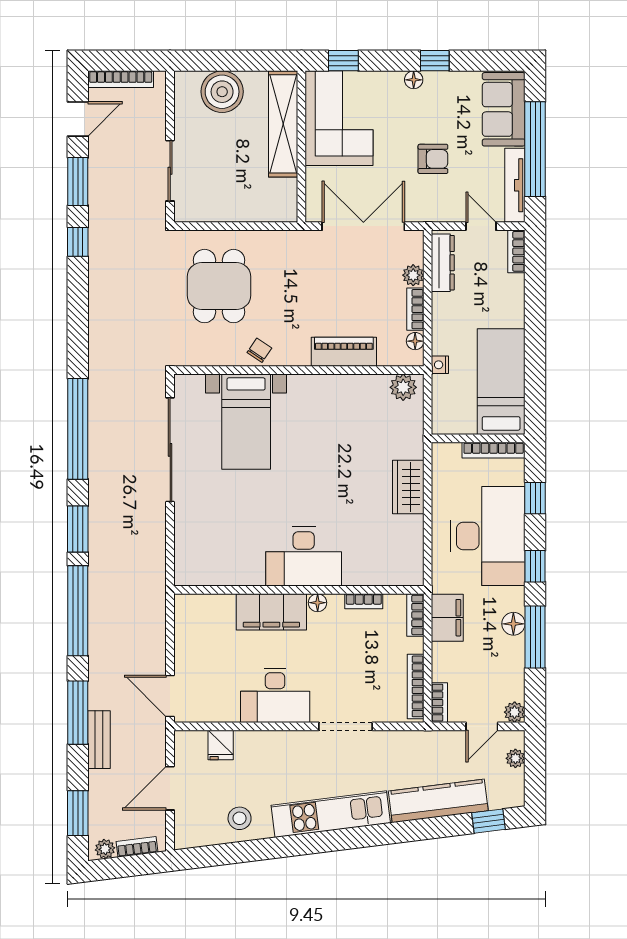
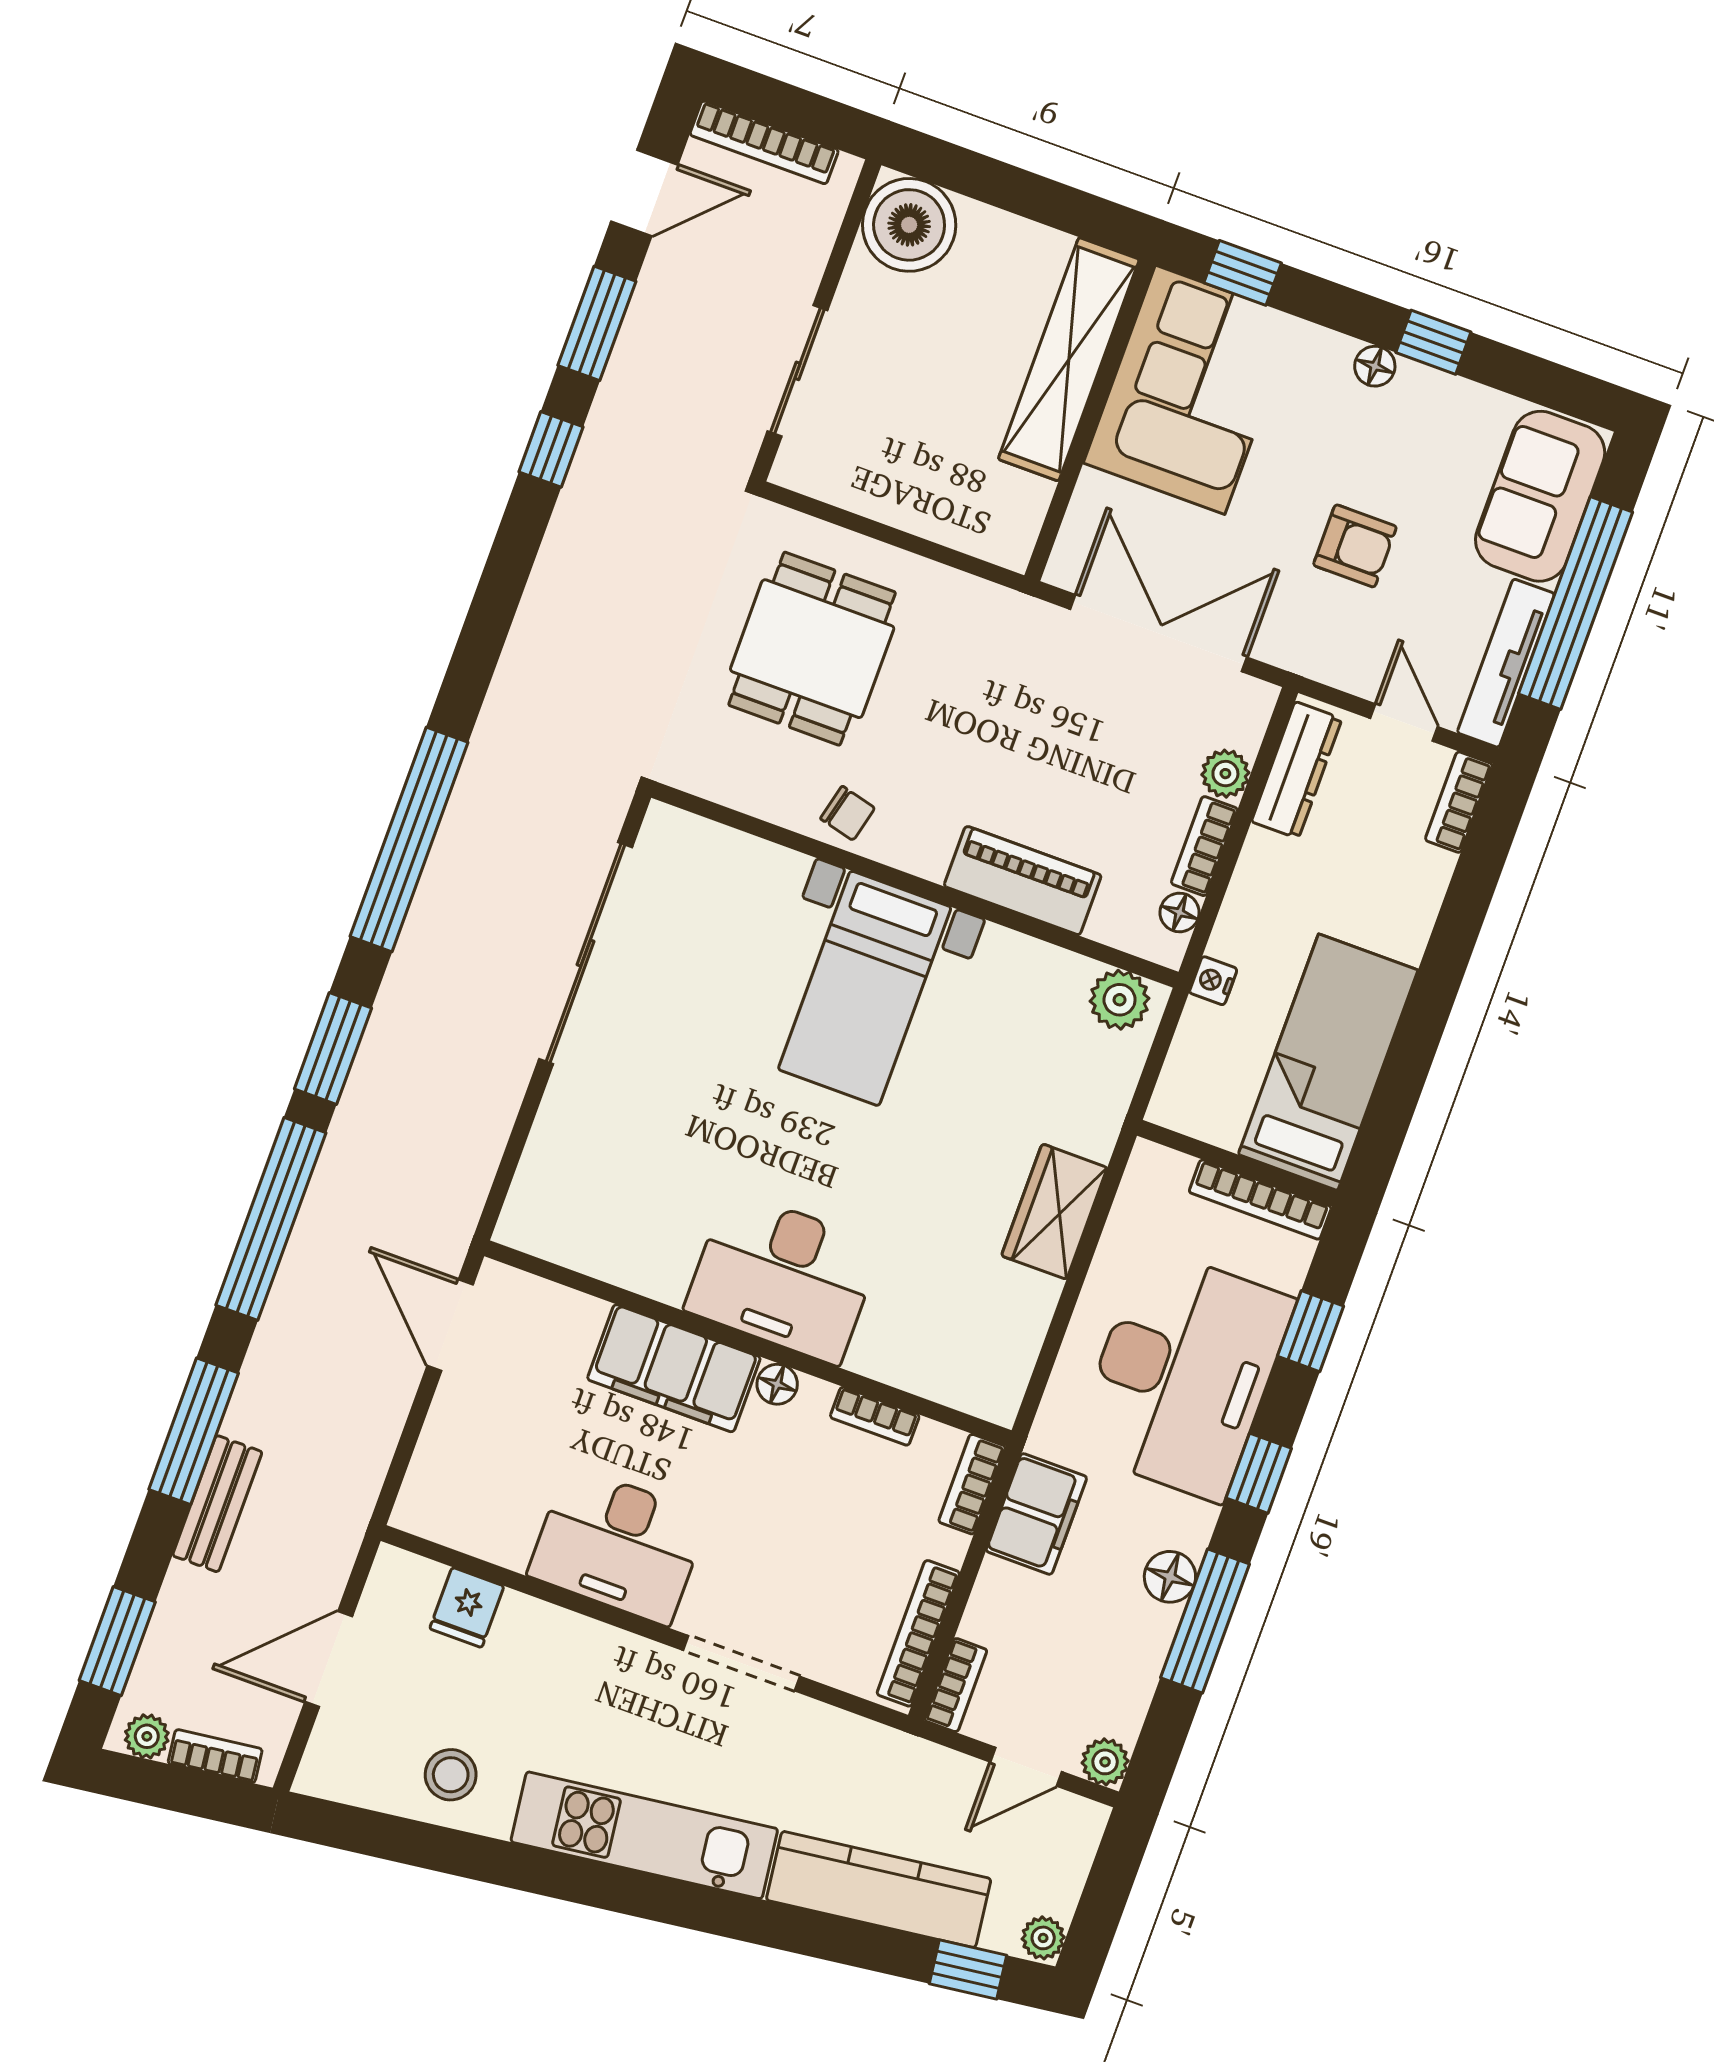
boiler: (222, 92) -> (909, 225), moved
chair: (259, 350) -> (848, 813), turned 70
bed with nightstands: (246, 422) -> (865, 988), moved
door: (170, 696) -> (450, 1325), moved
plant: (515, 758) -> (1043, 1938), moved

